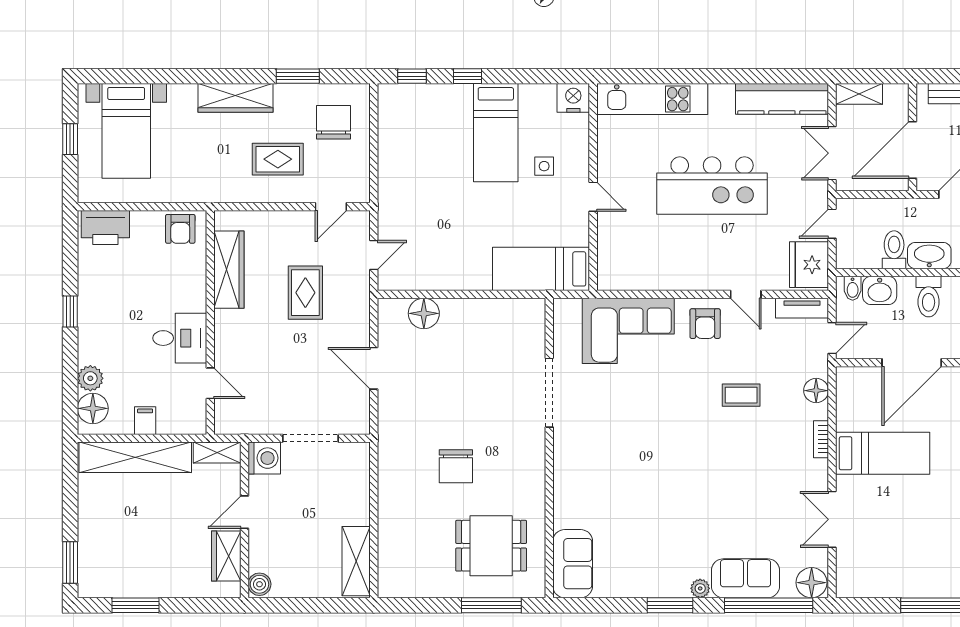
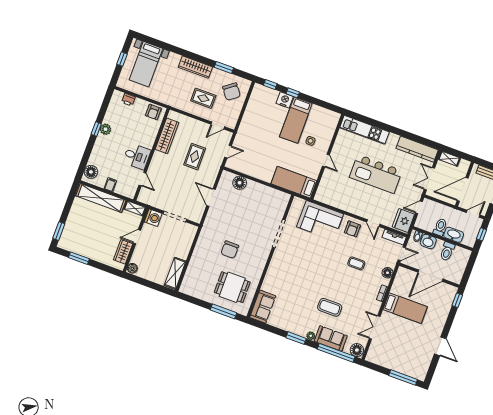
nightstand: (573, 98) -> (285, 100), moved
chair: (334, 122) -> (231, 92), turned 143
printer: (105, 227) -> (128, 100), width x0.53, depth x0.68
plant: (90, 378) -> (105, 129), moved
coffee table: (718, 512) -> (330, 307), added

